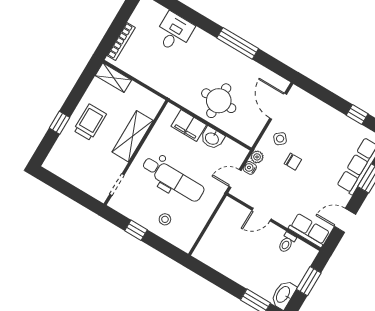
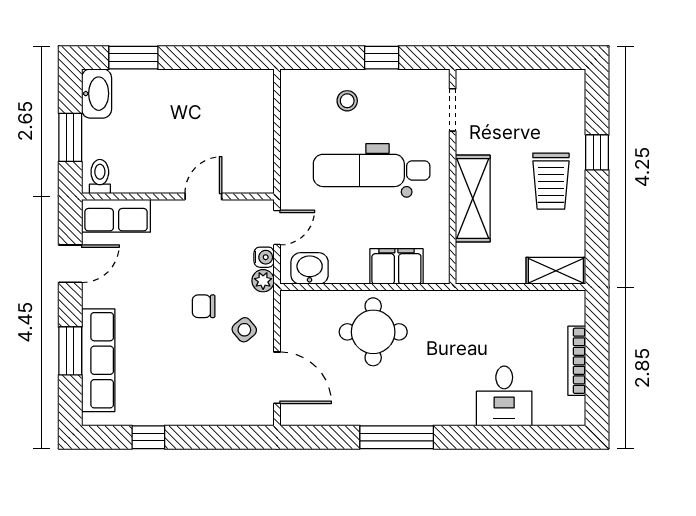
bookcase: (121, 41) -> (577, 361), moved
washbasin: (212, 138) -> (310, 268), moved
toilet: (287, 243) -> (100, 177), moved

